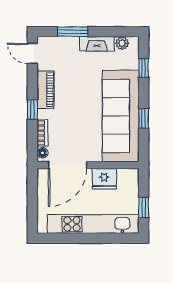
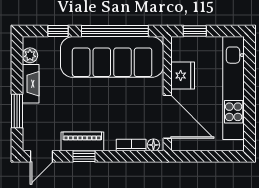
window: (32, 110) -> (84, 156), moved
window: (144, 119) -> (115, 31), width x3.17
window: (144, 207) -> (195, 31), moved

